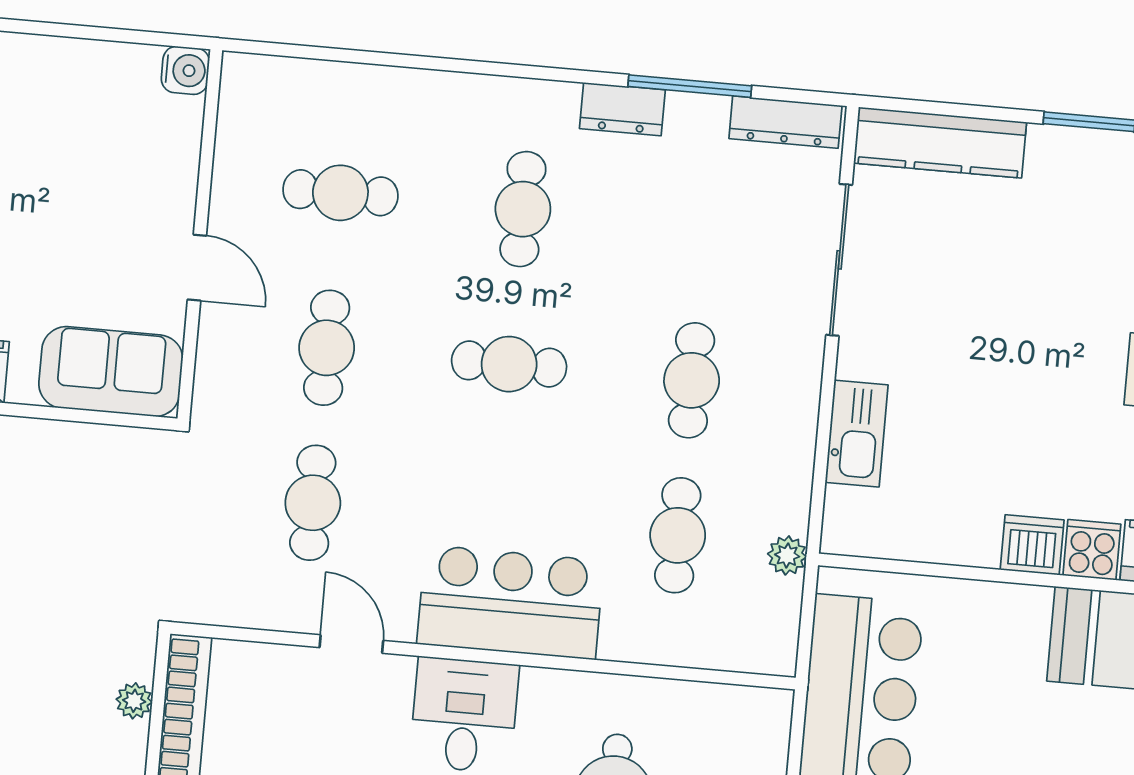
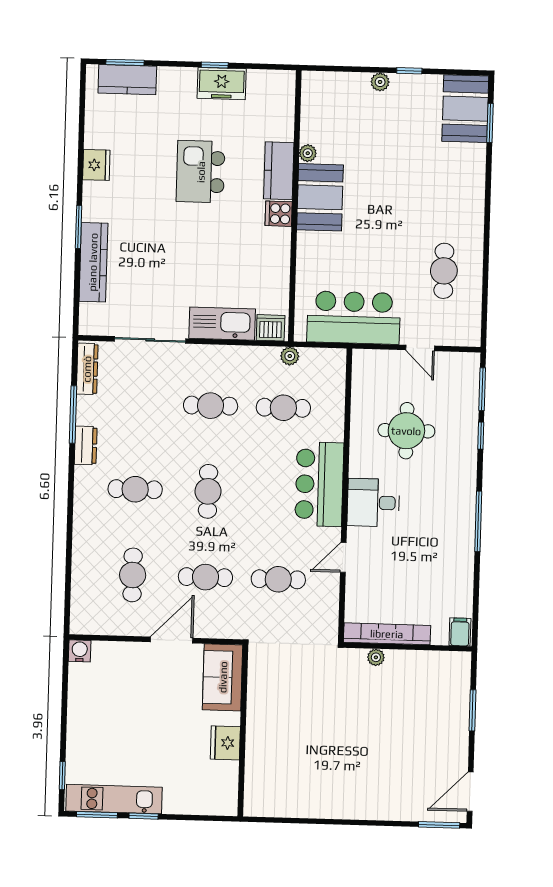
kitchen counter: (940, 143) -> (93, 262), moved
door: (197, 268) -> (172, 640), width x1.37
kitchen sink: (857, 434) -> (222, 324), width x1.36, depth x1.24
dishwasher: (1032, 545) -> (271, 328), moved, turned 90

